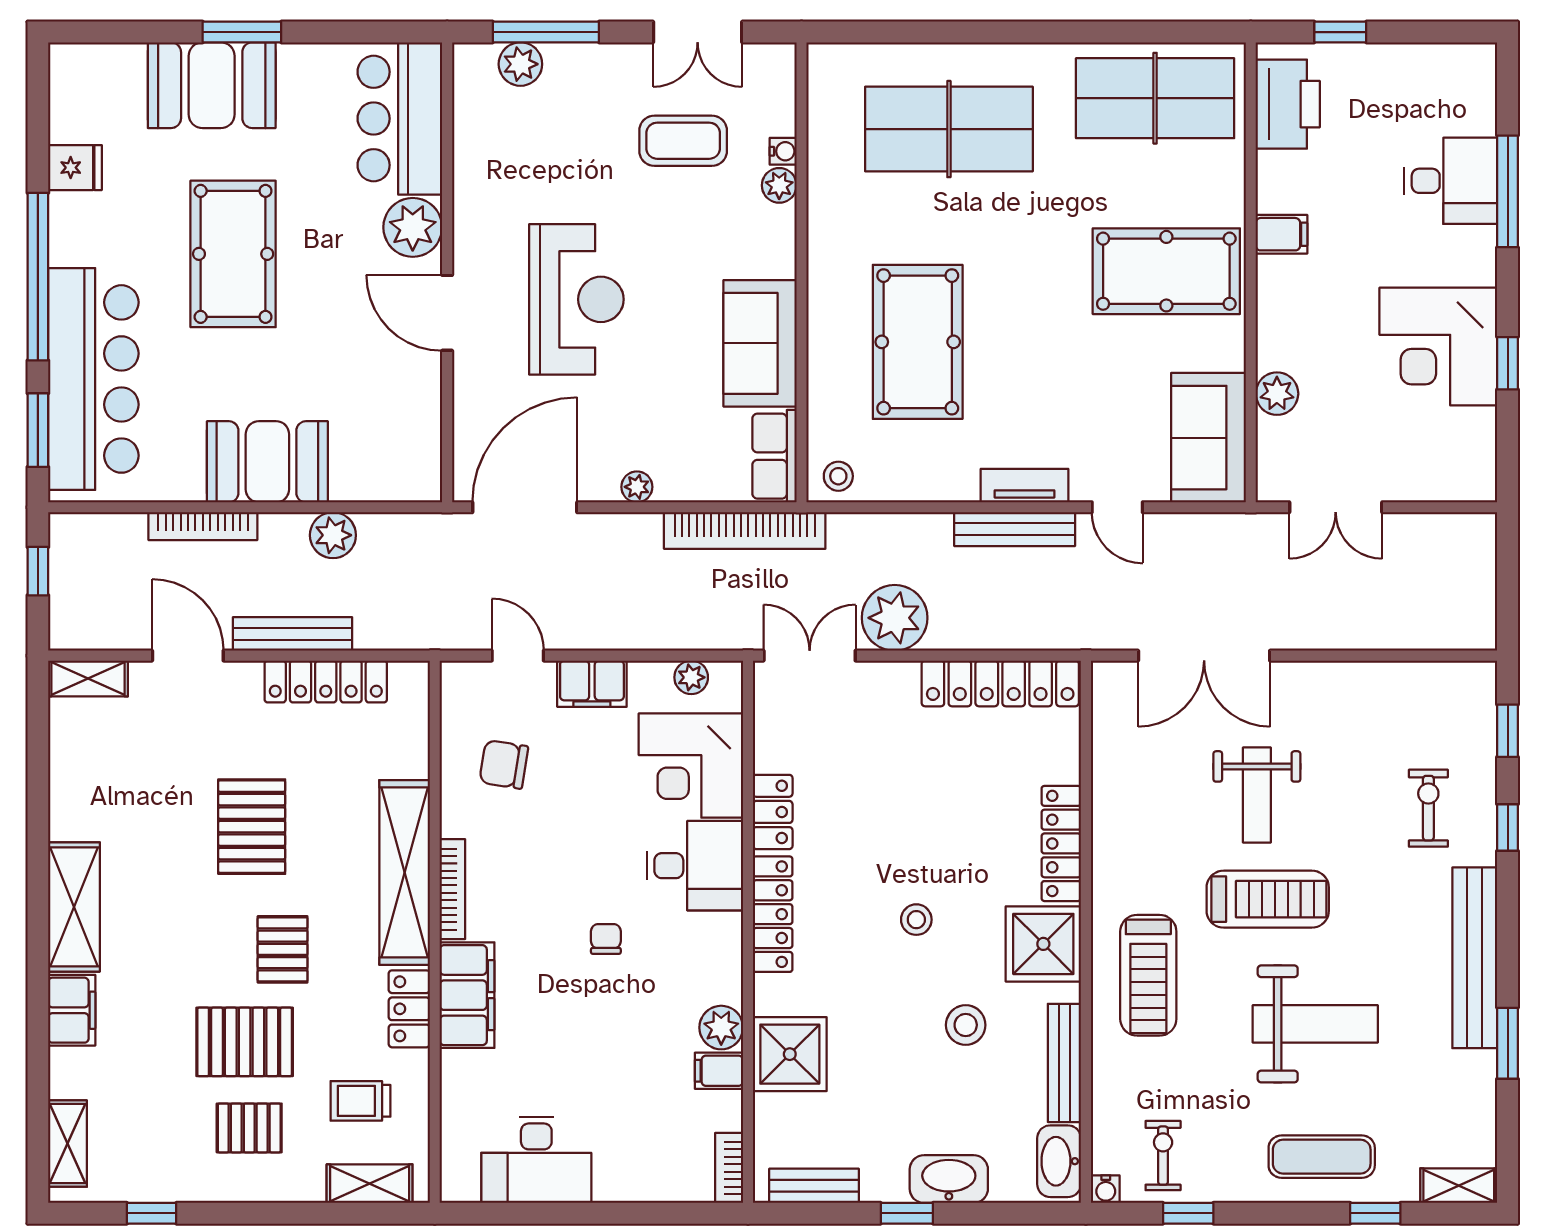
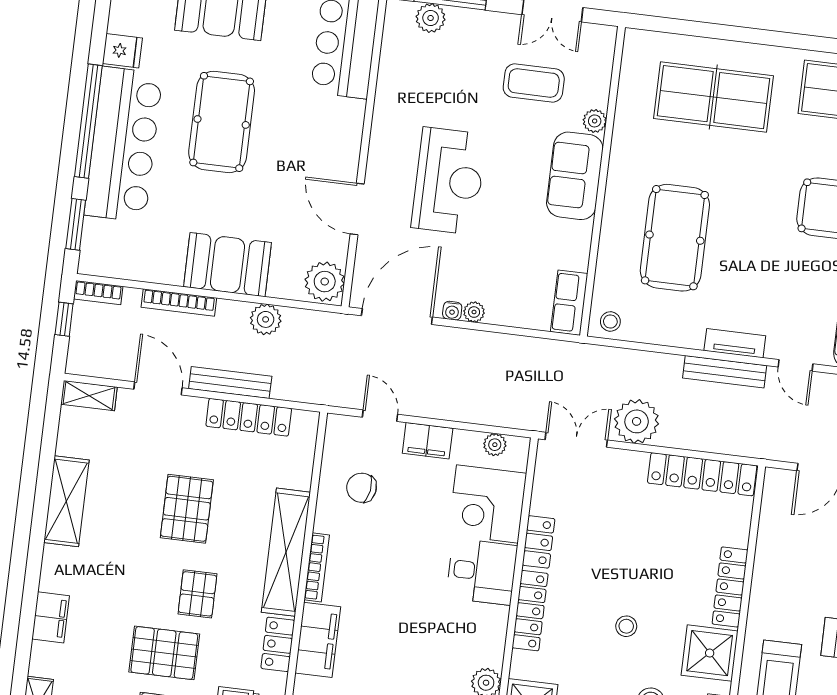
water cooler: (783, 151) -> (452, 311), moved, turned 90
plant: (413, 227) -> (325, 282), moved
door: (447, 313) -> (357, 209), moved
sofa: (760, 343) -> (575, 176), moved
bar counter: (93, 379) -> (123, 144), moved
bookcase: (745, 531) -> (98, 293), moved, width x0.43, depth x0.76
shelving: (74, 907) -> (66, 501), moved
chair: (606, 939) -> (416, 614), removed

